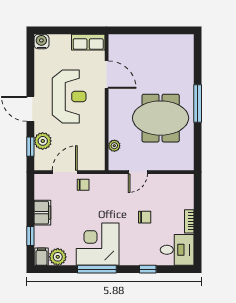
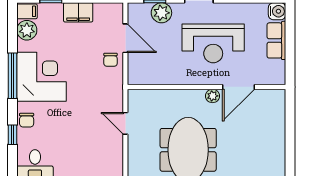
row of seats: (88, 42) -> (276, 40), moved
plant: (114, 146) -> (213, 96), moved
chair: (145, 217) -> (27, 120), moved

